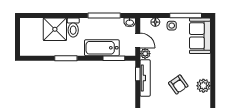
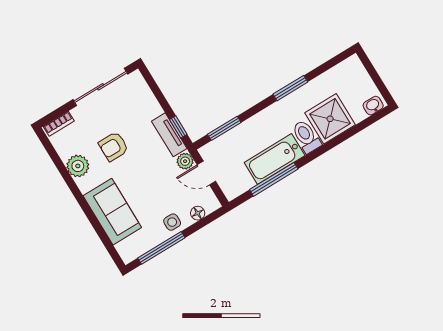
washbasin: (130, 22) -> (373, 106), moved
sofa: (200, 36) -> (112, 212), moved
bathtub: (102, 48) -> (275, 159), moved, turned 180
tv unit: (145, 78) -> (169, 135), width x0.71
armchair: (178, 84) -> (114, 146), turned -55

